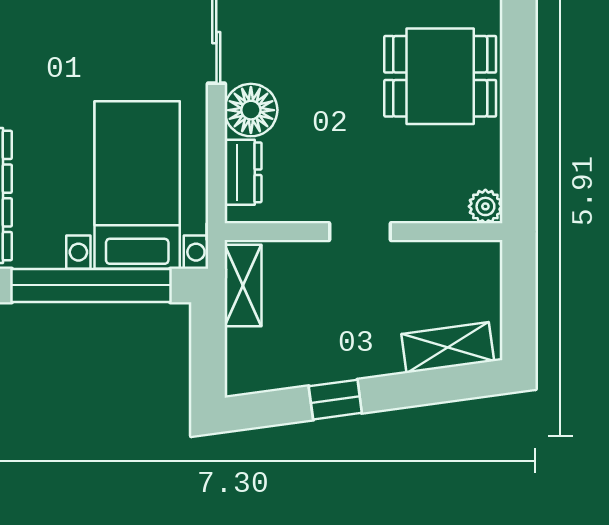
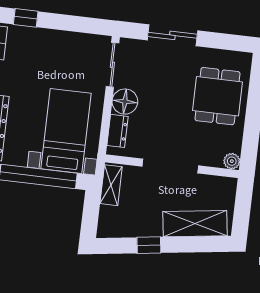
dining table: (440, 76) -> (218, 96), turned 90
doorway: (360, 232) -> (170, 166), width x1.87
shelving: (448, 347) -> (195, 224), width x1.50, depth x1.33

